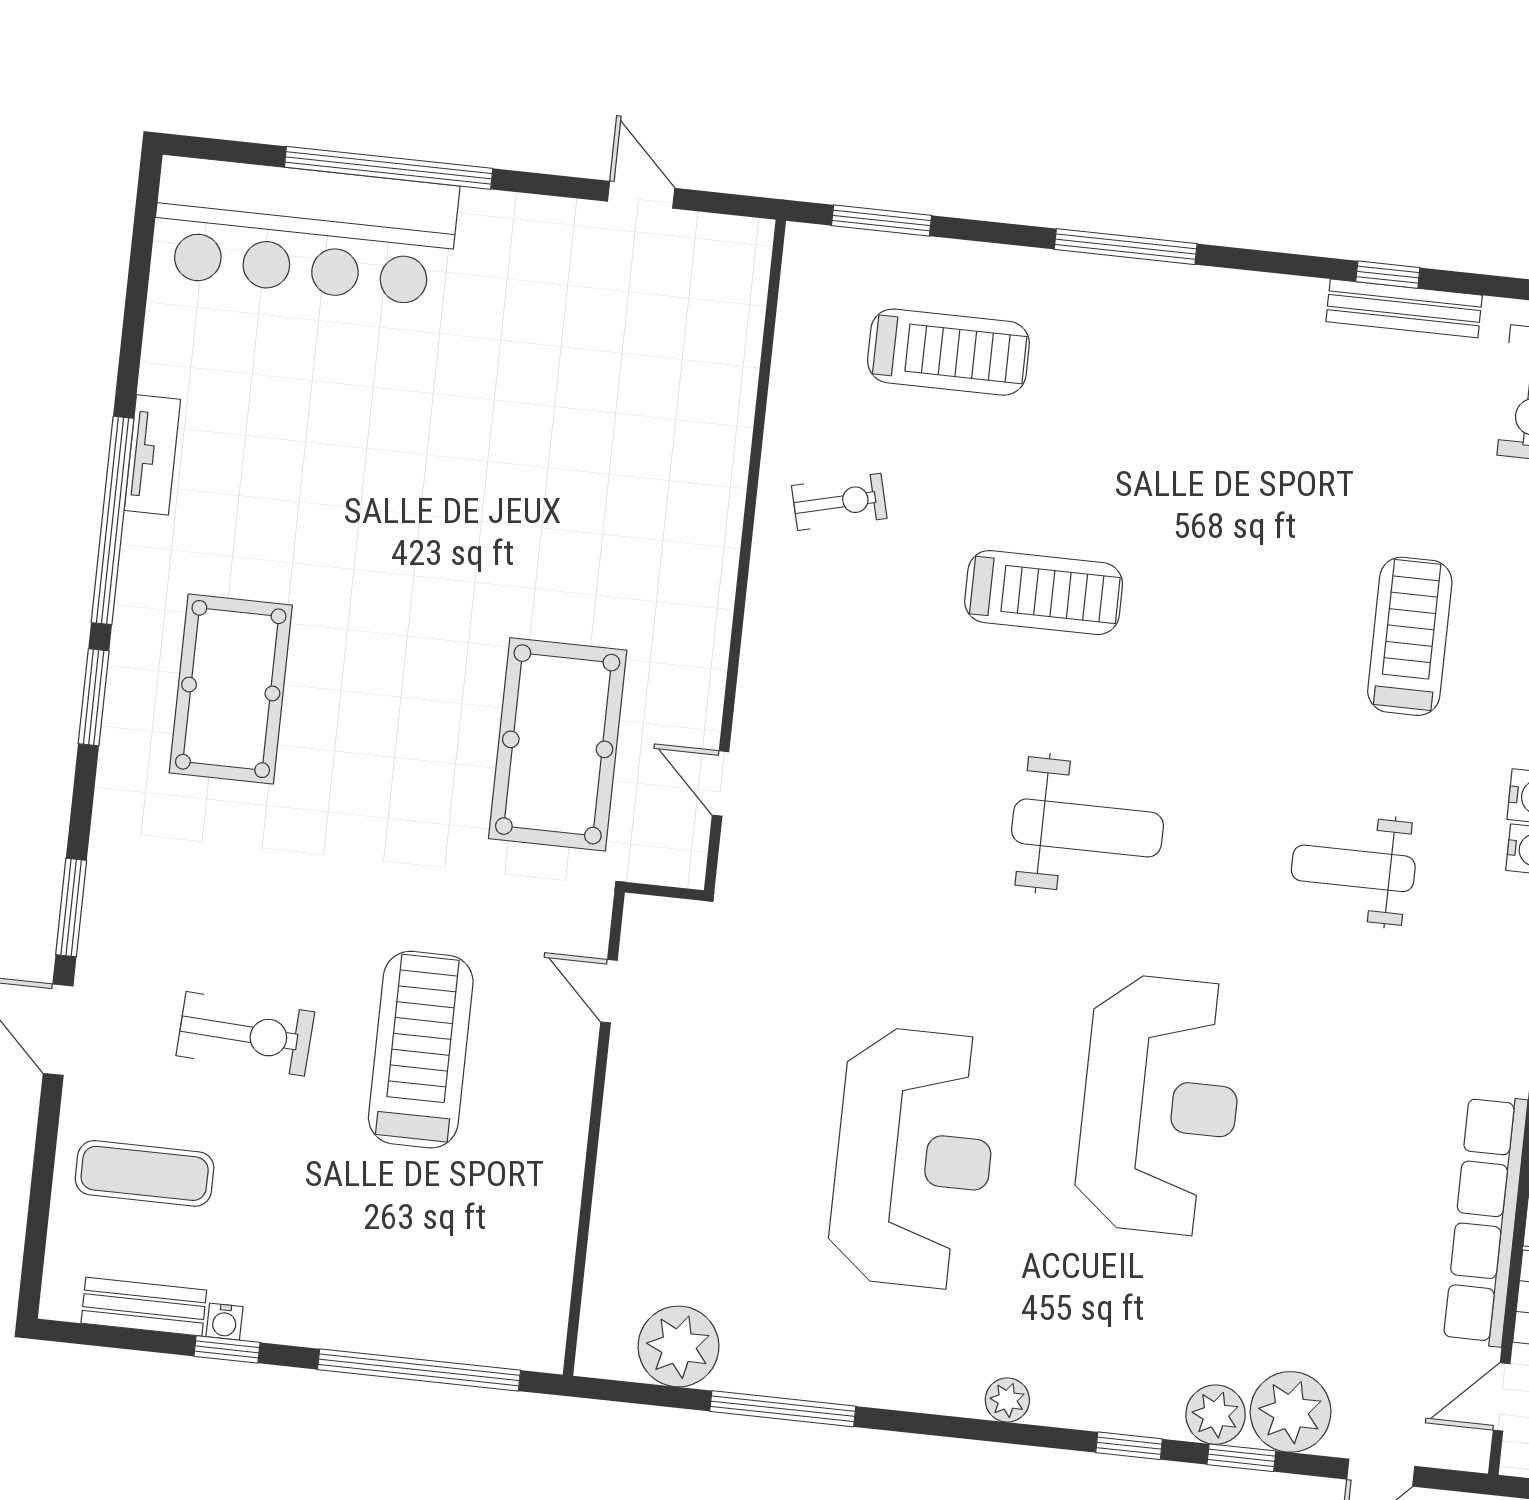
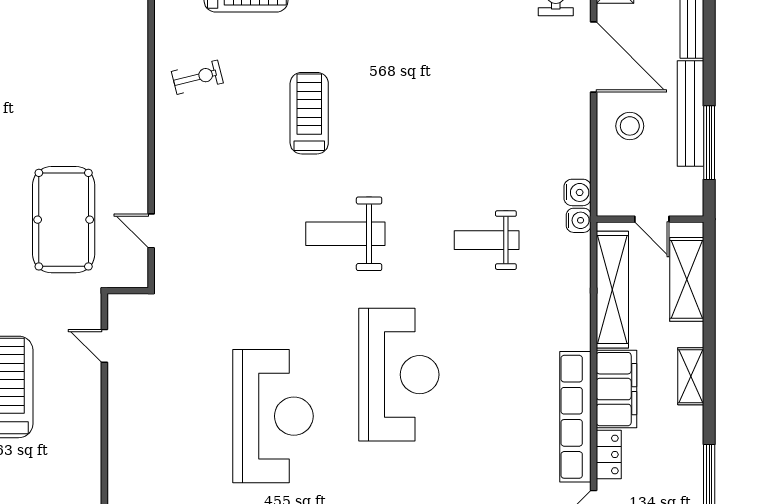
treadmill: (1044, 593) -> (309, 113), turned -90
treadmill: (1410, 636) -> (503, 116), removed
weight bench: (1087, 828) -> (345, 234), turned 180

